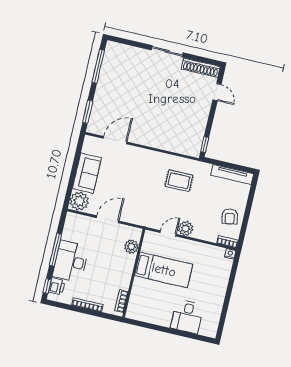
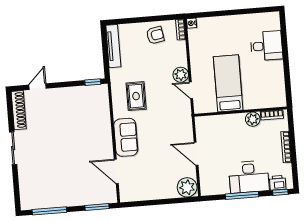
sofa: (87, 173) -> (126, 137), moved, turned 90
plant: (131, 247) -> (253, 119), moved

